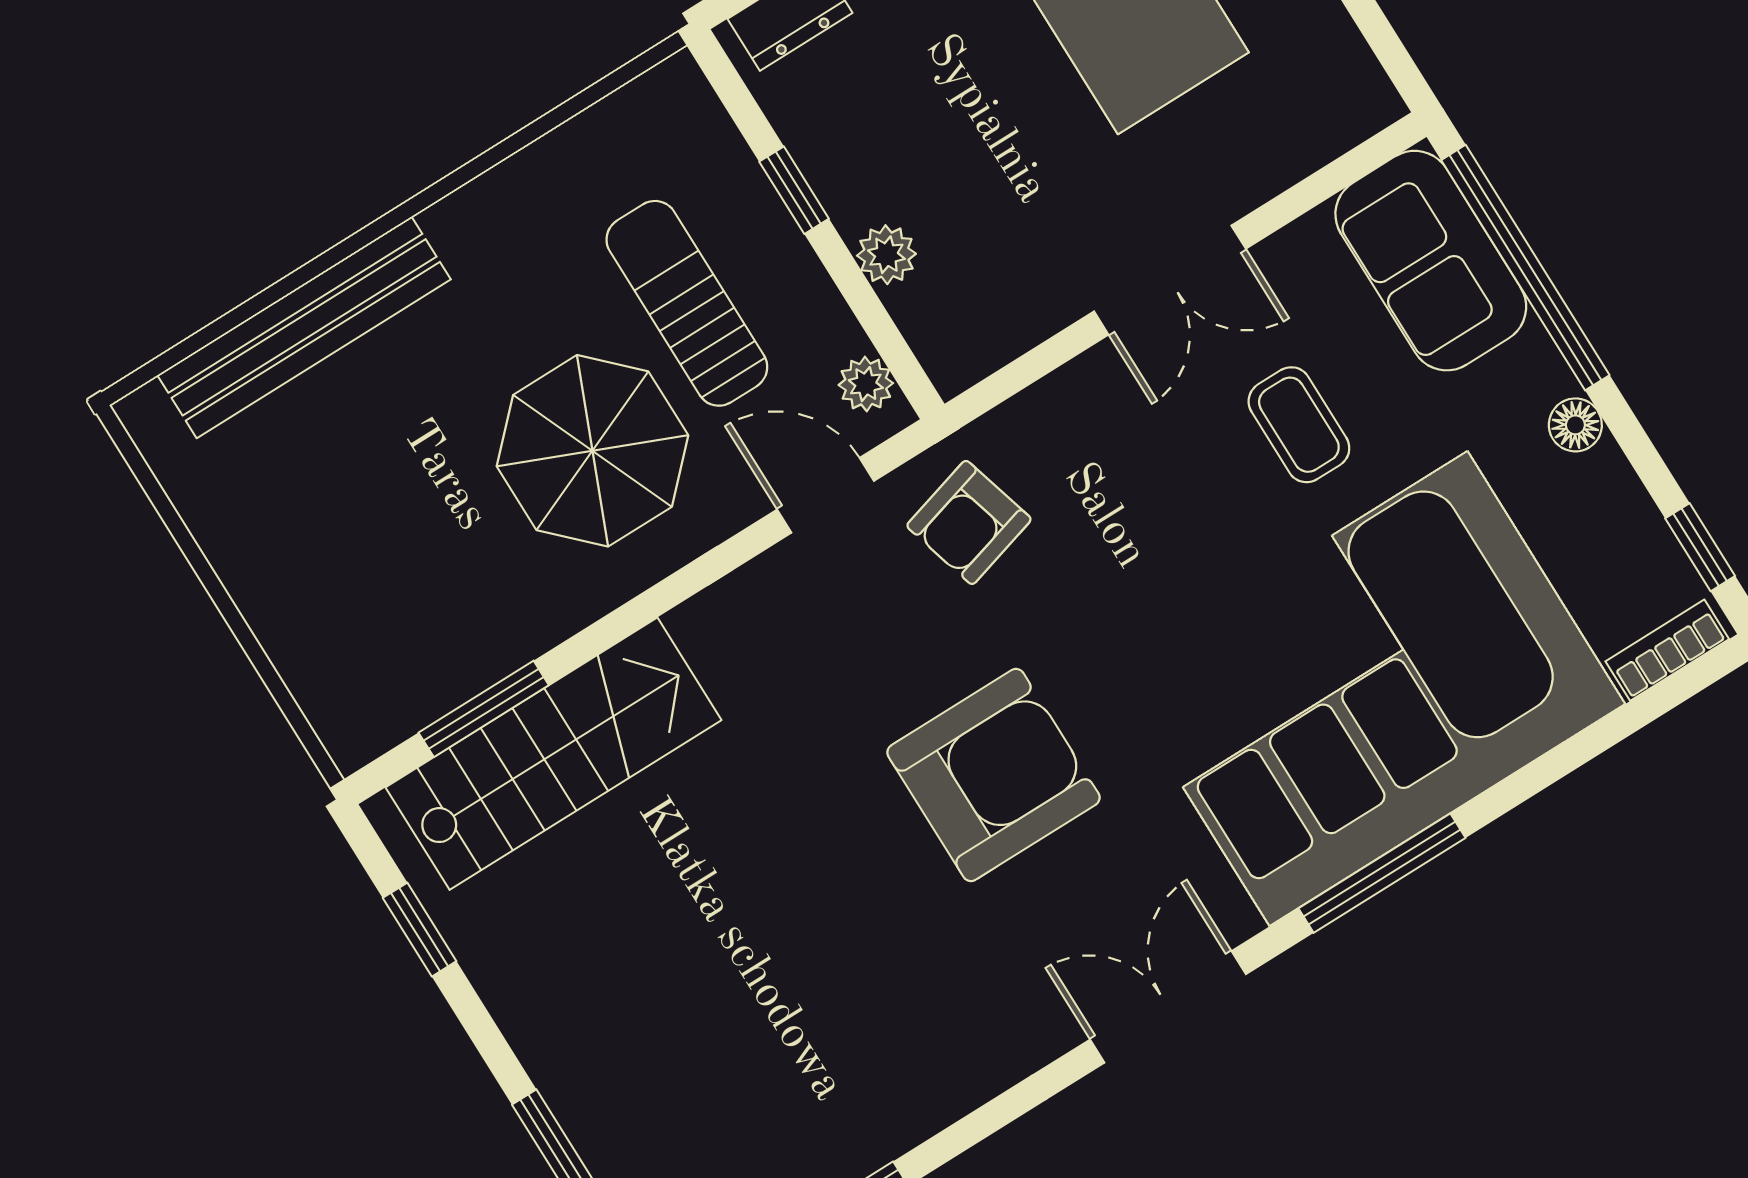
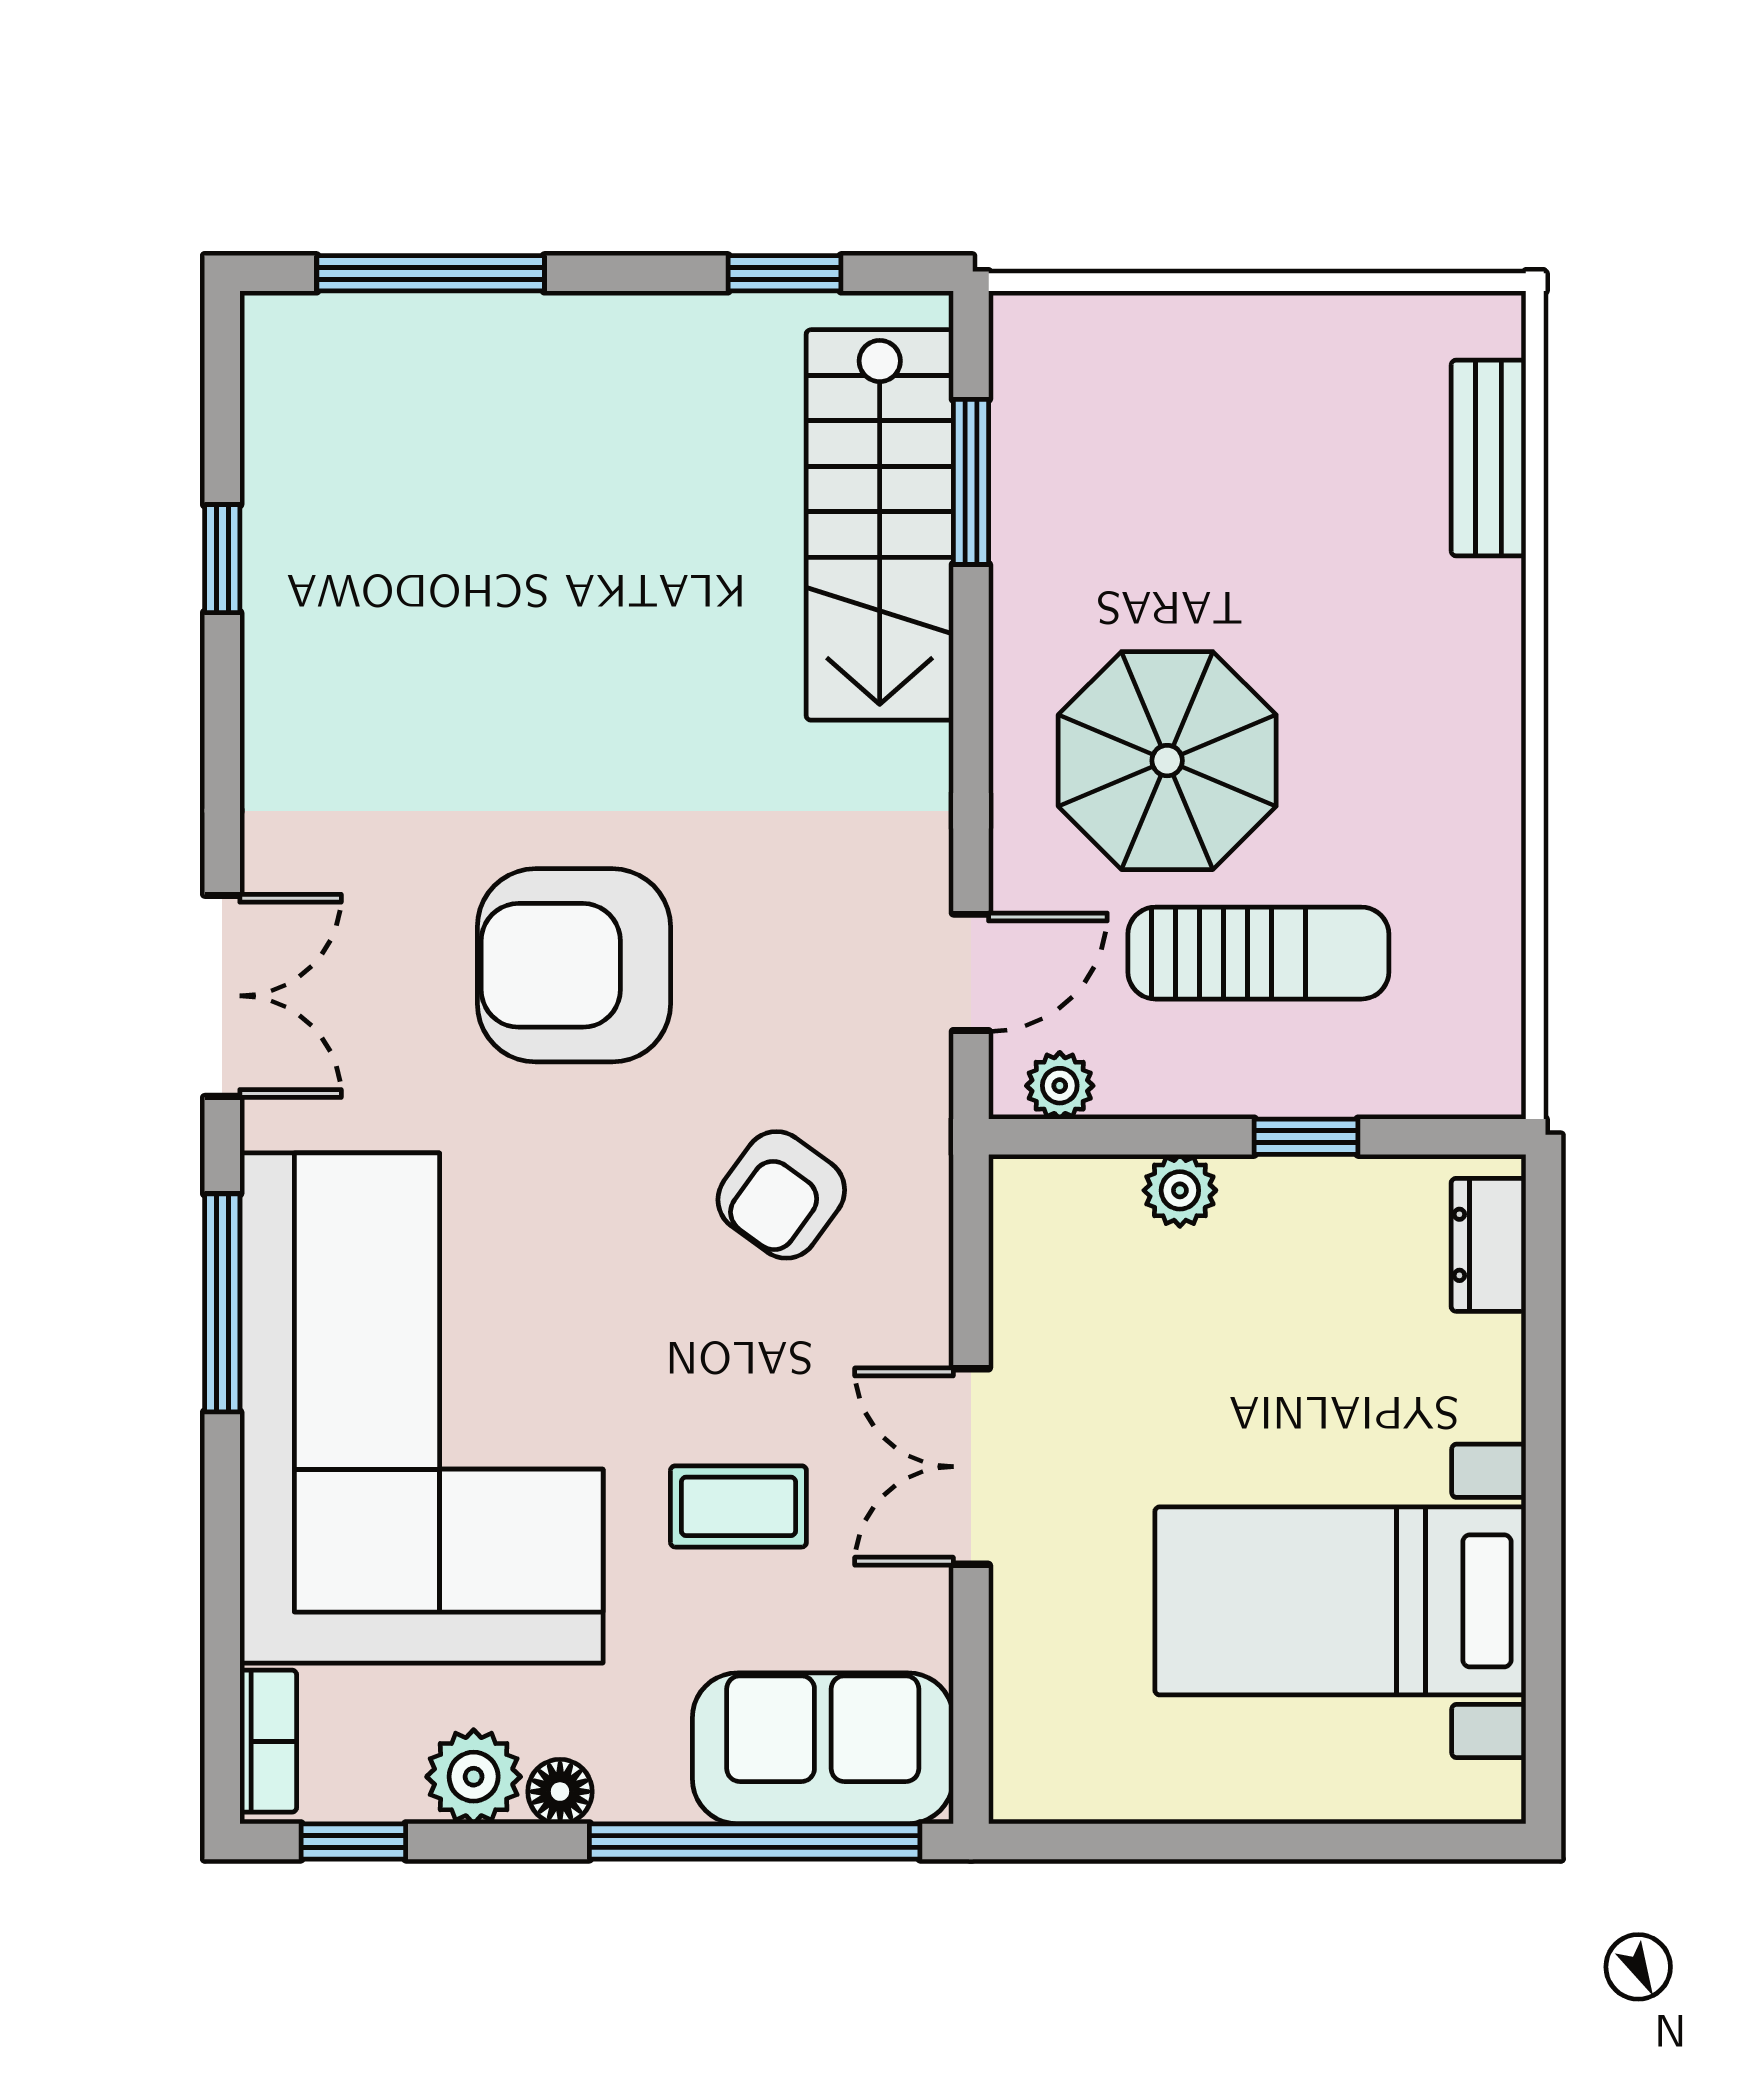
bench: (304, 327) -> (1489, 458), width x0.54, depth x0.82
plant: (1603, 492) -> (474, 1777), added
armchair: (969, 522) -> (781, 1195), moved, turned -128
armchair: (993, 775) -> (574, 965), turned 90

